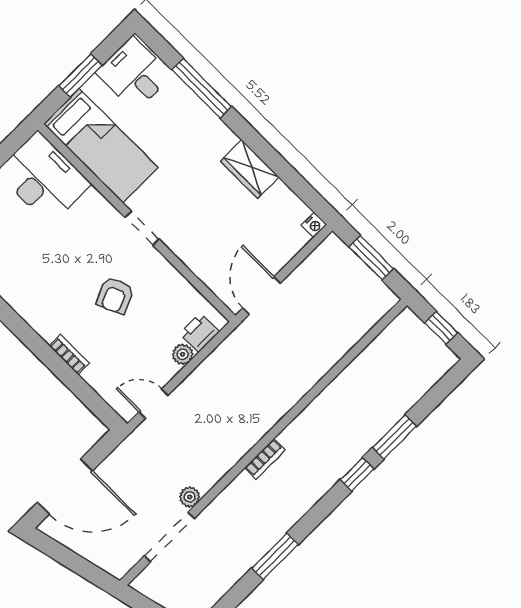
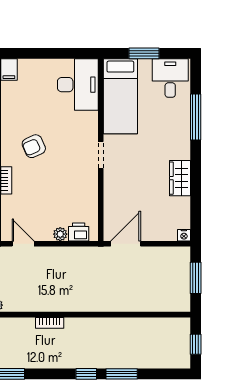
armchair: (115, 296) -> (34, 146), moved

